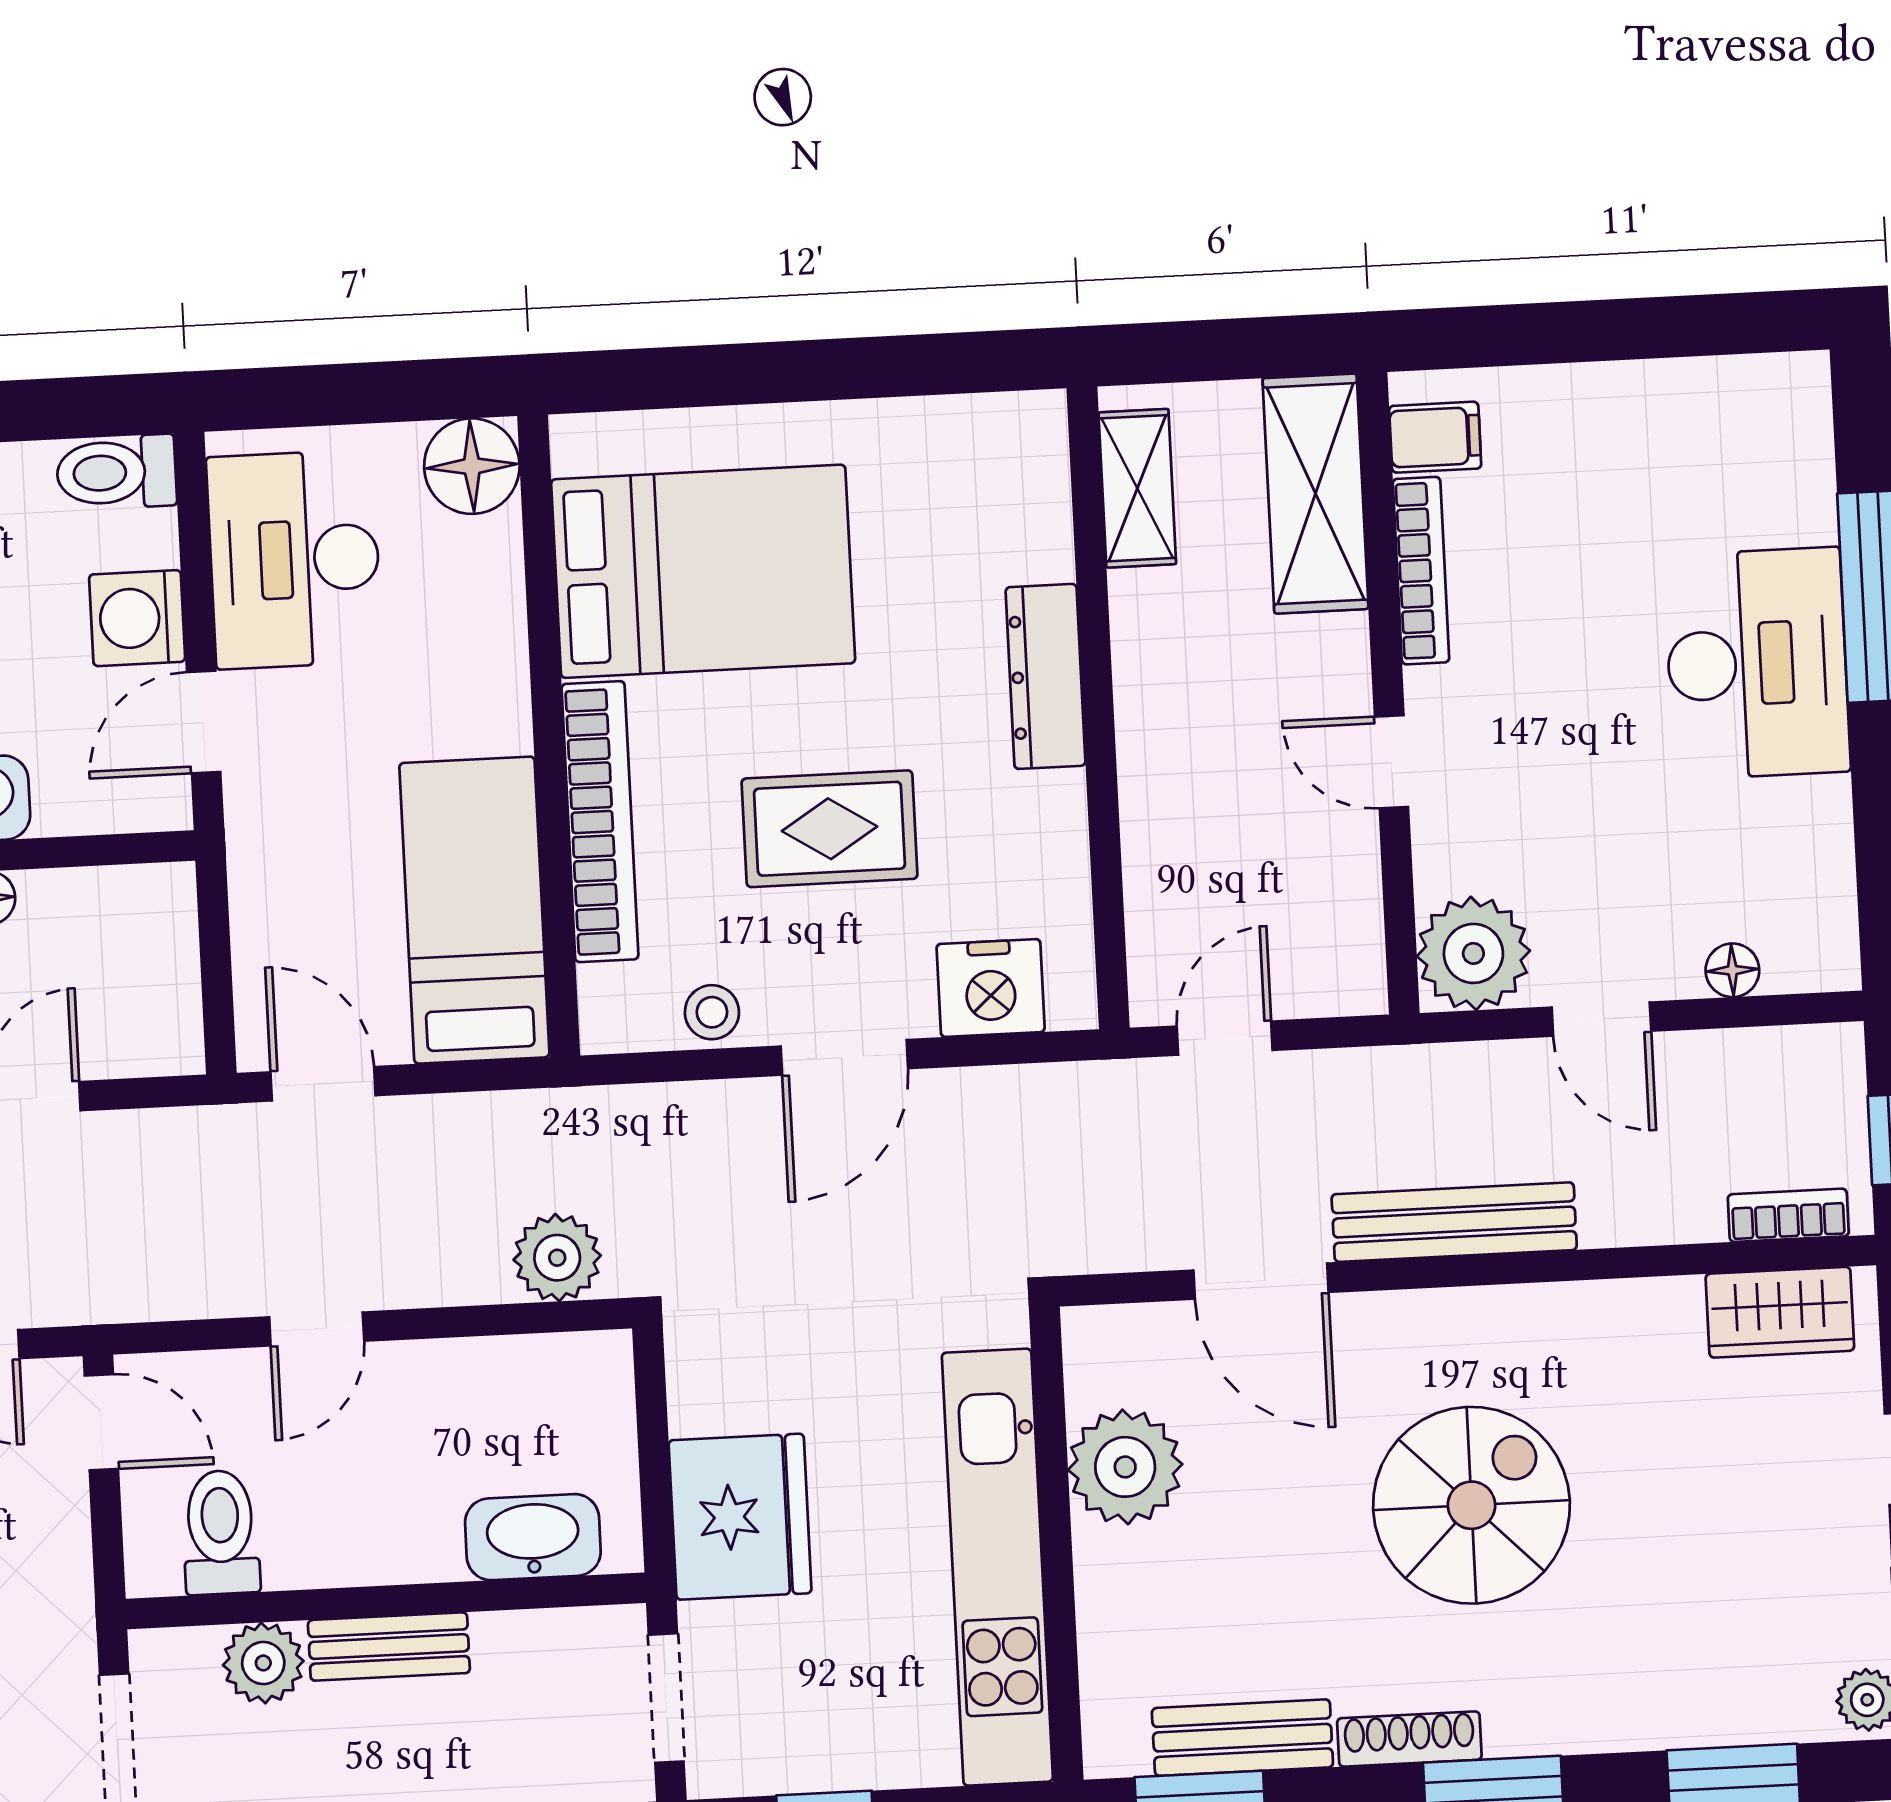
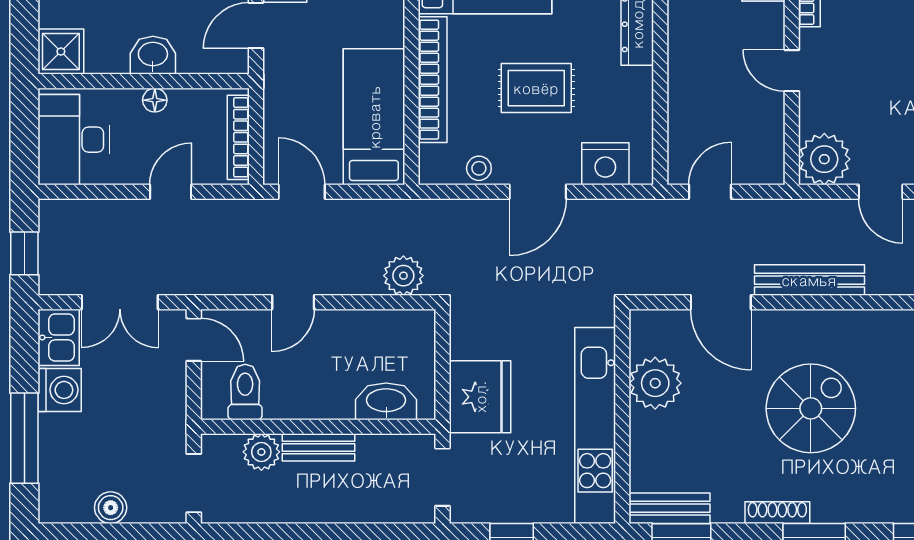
bookcase: (177, 971) -> (238, 137), added
bench: (1242, 1738) -> (670, 508), moved

